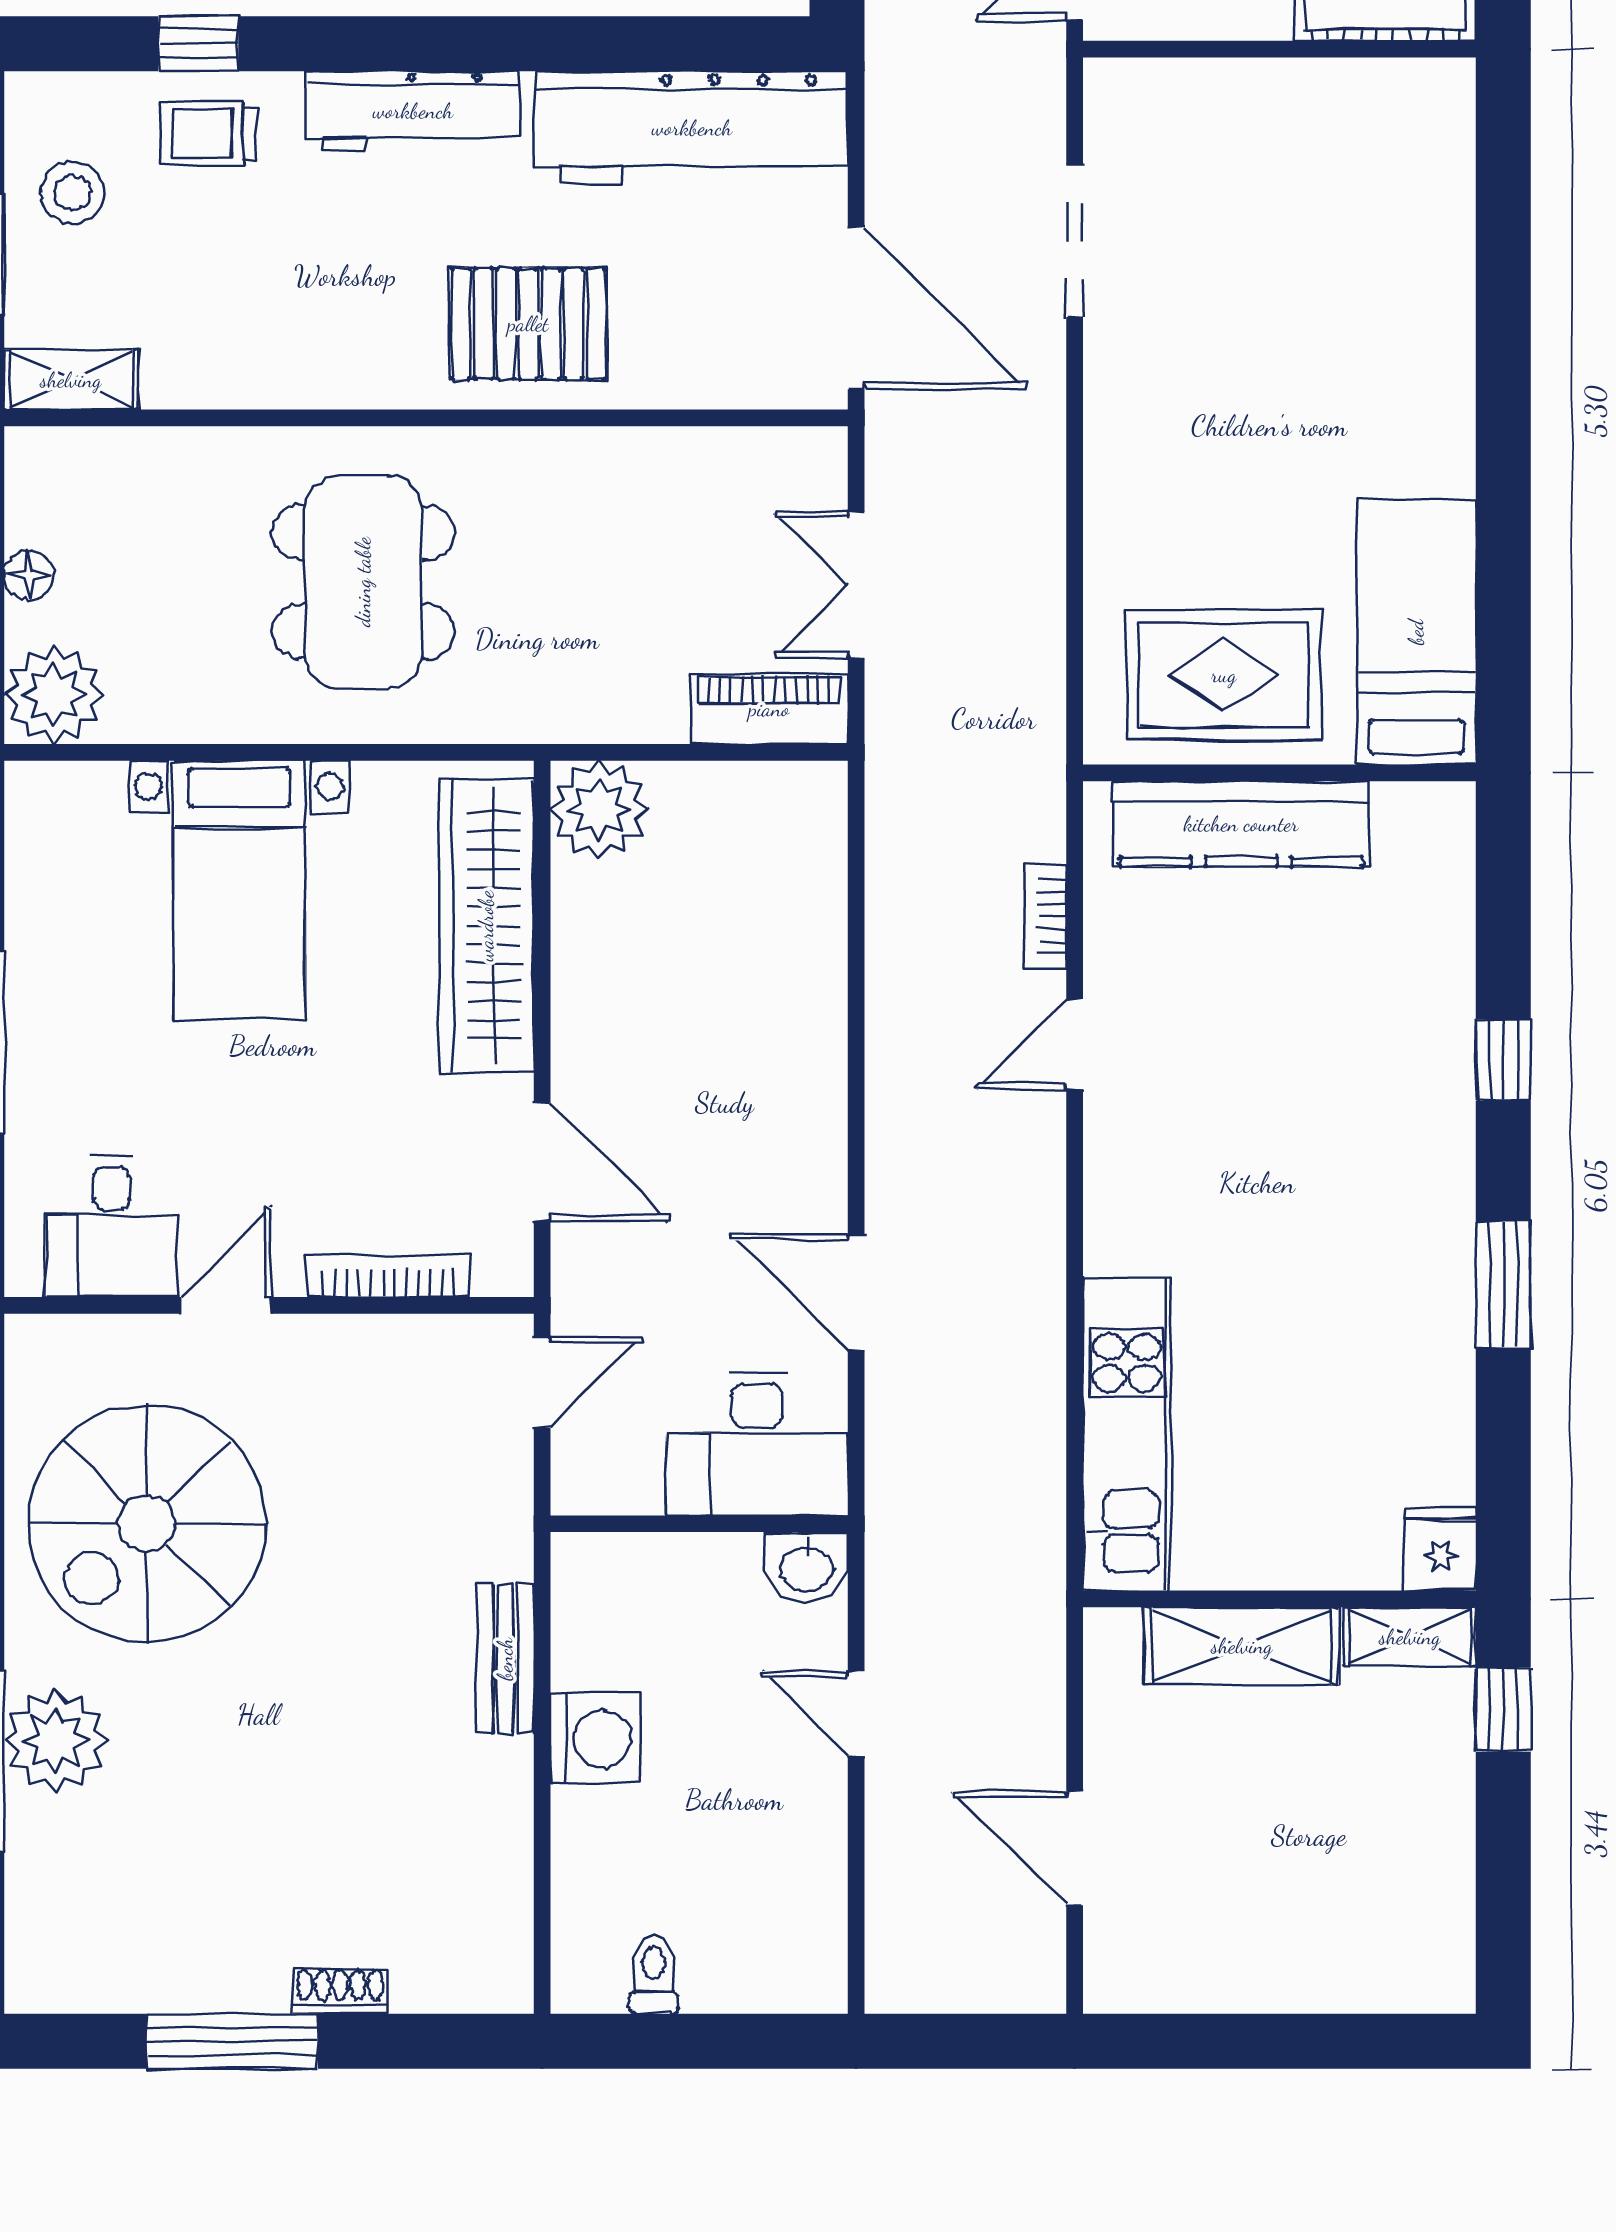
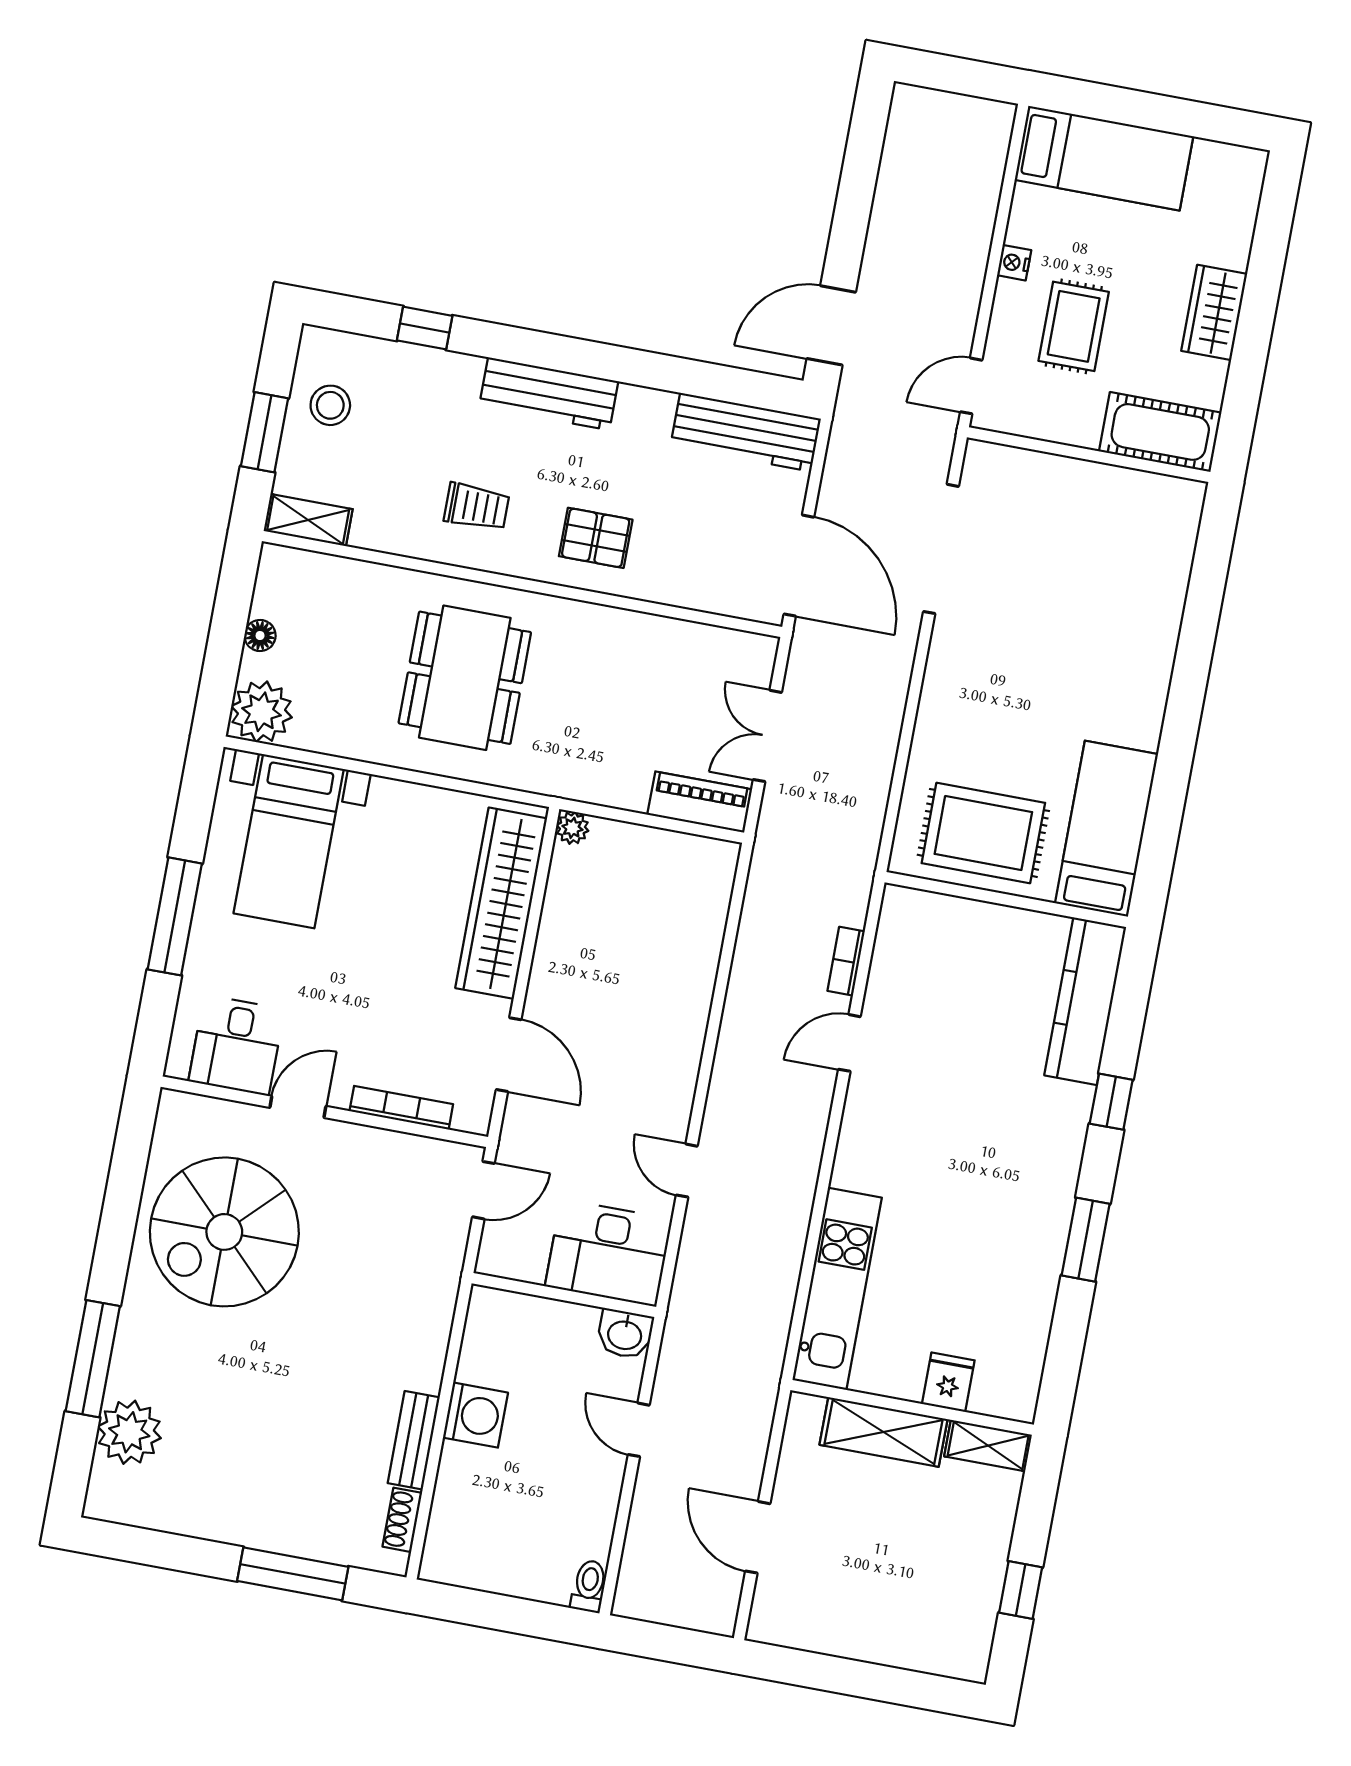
workbench: (692, 128) -> (746, 432), width x0.73, depth x0.76
trolley: (209, 134) -> (477, 507), moved, turned 180
doorway: (1075, 241) -> (941, 549), width x1.36
pallet: (528, 324) -> (596, 538), width x0.67, depth x0.71
plant: (599, 809) -> (572, 828), width x0.53, depth x0.53
kitchen counter: (1241, 824) -> (1085, 1001), moved, turned 90
bed with nightstands: (239, 890) -> (289, 841), moved
door: (856, 1292) -> (687, 1171), width x0.73
fridge: (1441, 1549) -> (948, 1382), moved
bench: (505, 1659) -> (414, 1440), moved
window: (1503, 1709) -> (1021, 1590), moved
plant: (56, 1741) -> (129, 1432), moved
toilet: (654, 1974) -> (589, 1586), moved
shoe rack: (340, 1991) -> (402, 1520), moved, turned -90
window: (232, 2041) -> (293, 1574), moved

